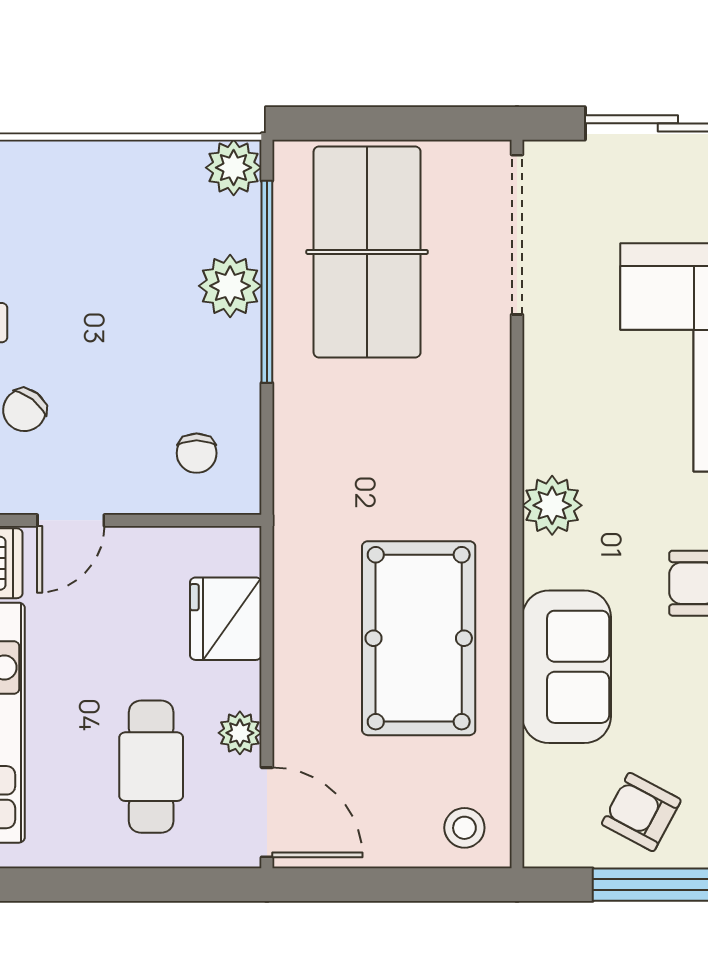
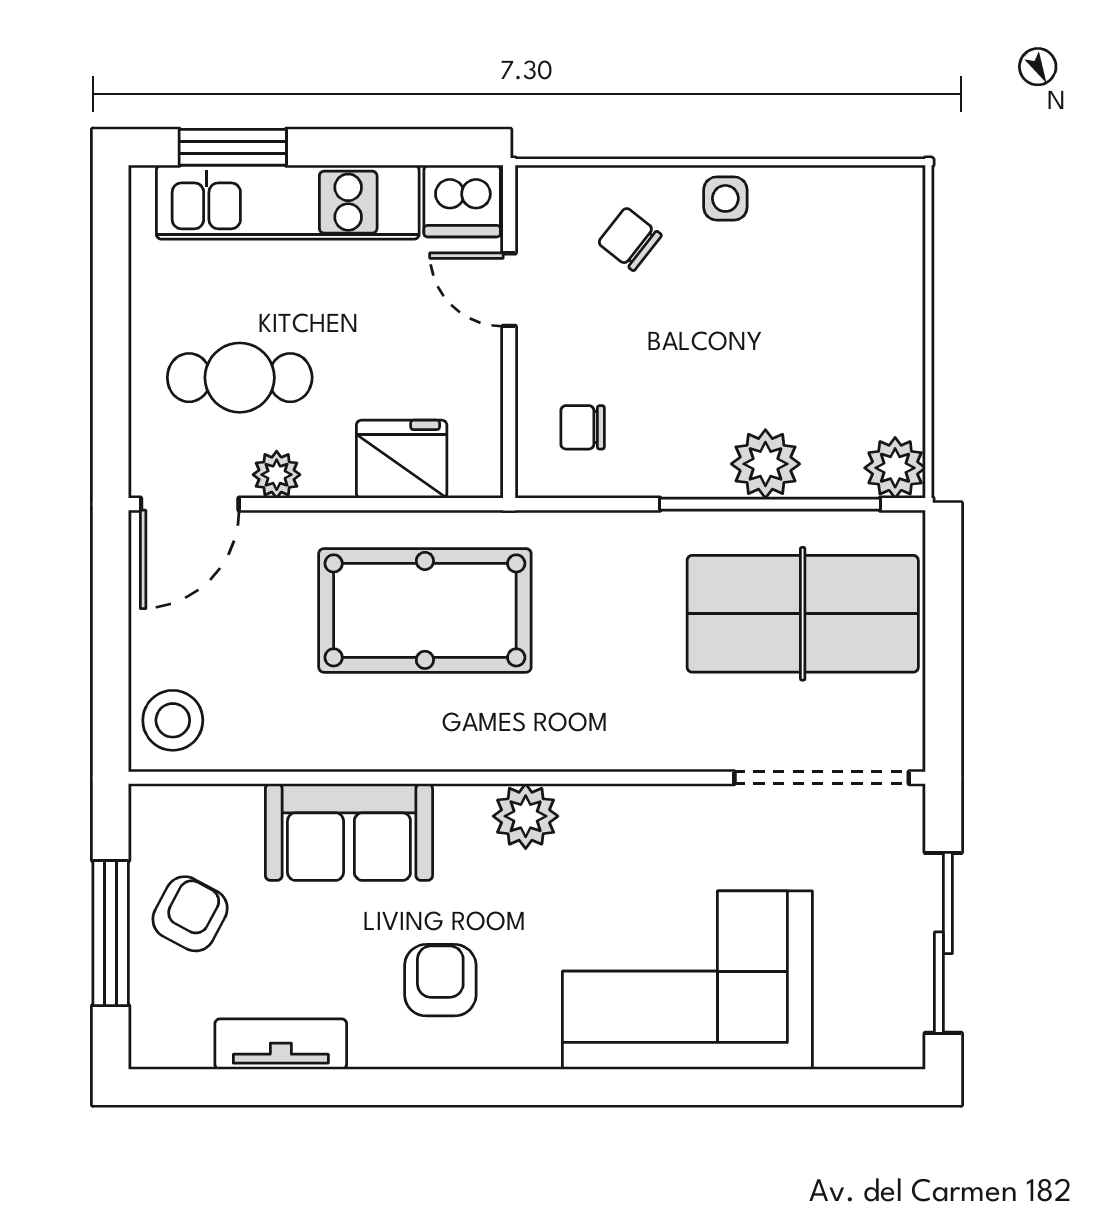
pool table: (419, 638) -> (425, 610), moved
stool: (464, 828) -> (173, 720), width x1.37, depth x1.37

